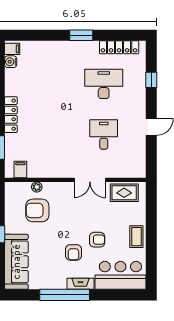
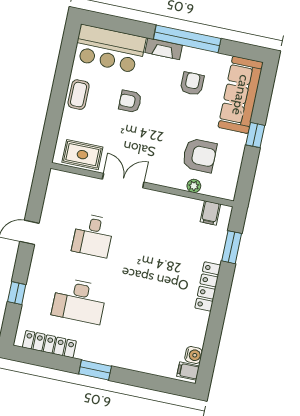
armchair: (73, 252) -> (192, 84), moved

